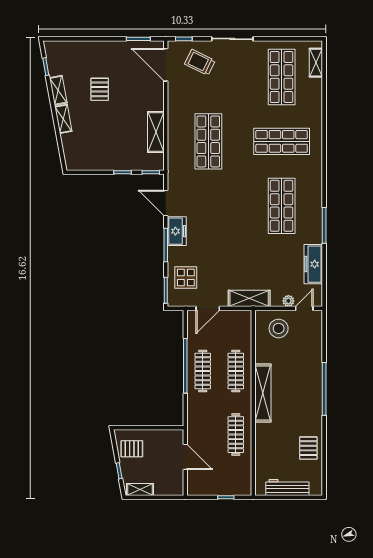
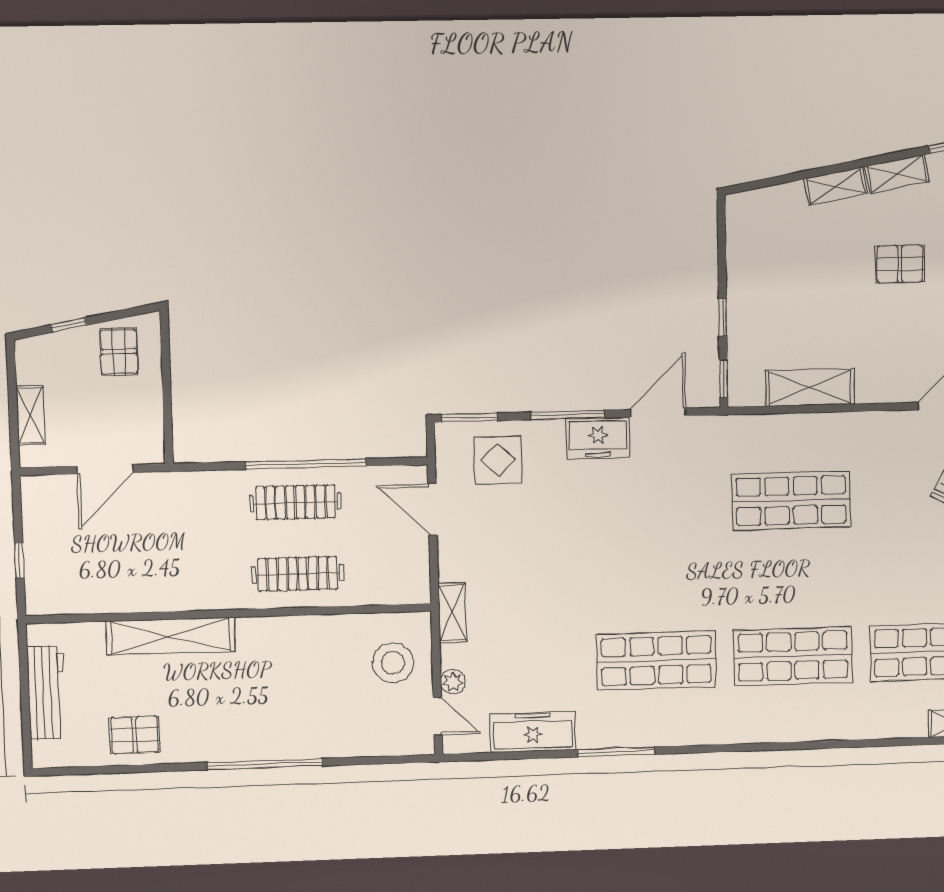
shop shelf: (282, 141) -> (793, 656), turned 90
shelving: (249, 298) -> (452, 613), width x0.67, depth x0.75
shelving: (263, 393) -> (171, 636), moved
clothes rail: (236, 435) -> (159, 578), removed
shelving: (140, 489) -> (31, 415), moved

